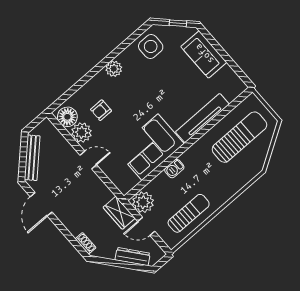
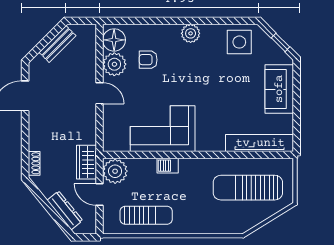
tv unit: (202, 118) -> (260, 143), moved
sun lounger: (239, 137) -> (248, 188), turned 180
bench: (32, 158) -> (57, 44), width x0.73

